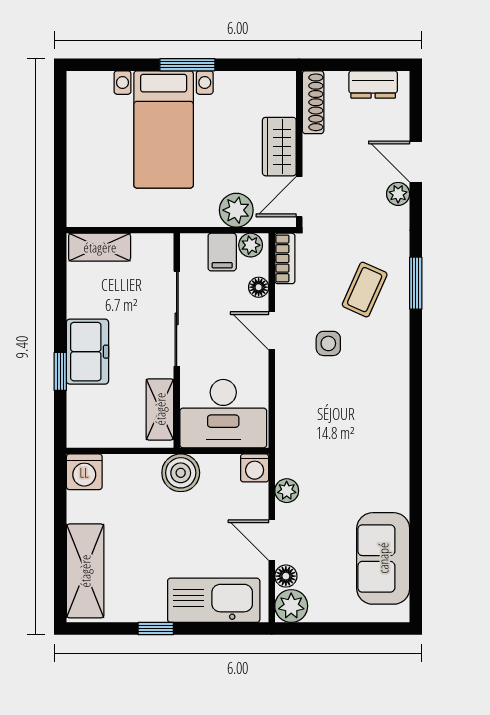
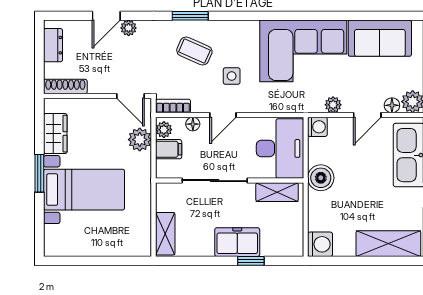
wardrobe: (279, 147) -> (55, 134), moved, turned -90
corner sofa: (365, 447) -> (303, 51), added

